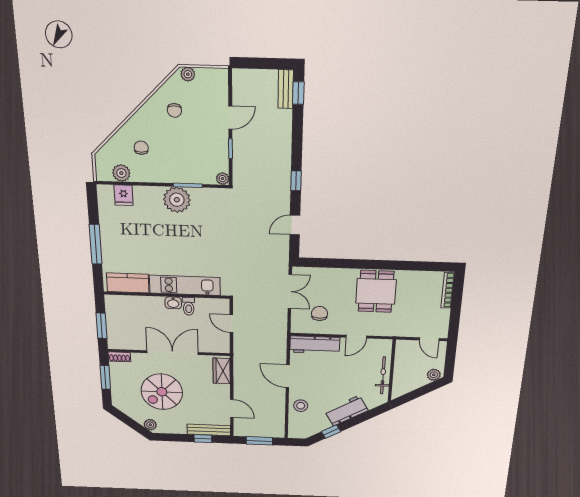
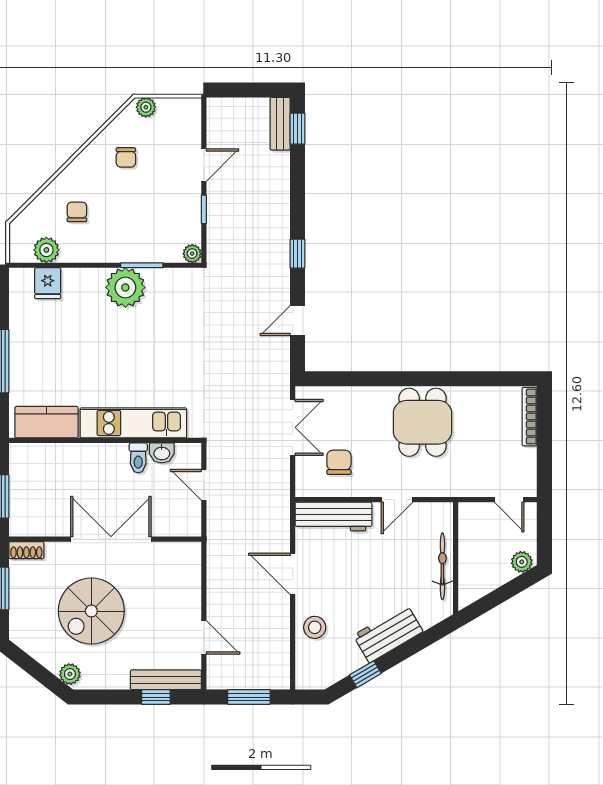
washbasin: (173, 303) -> (162, 453), moved
wardrobe: (222, 371) -> (188, 569), removed

